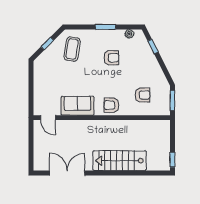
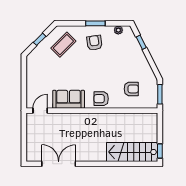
coffee table: (72, 49) -> (63, 45), turned 36
armchair: (111, 58) -> (94, 43), moved, turned -98
door: (48, 118) -> (40, 111), swing flipped
stairs: (120, 161) -> (132, 152), moved

